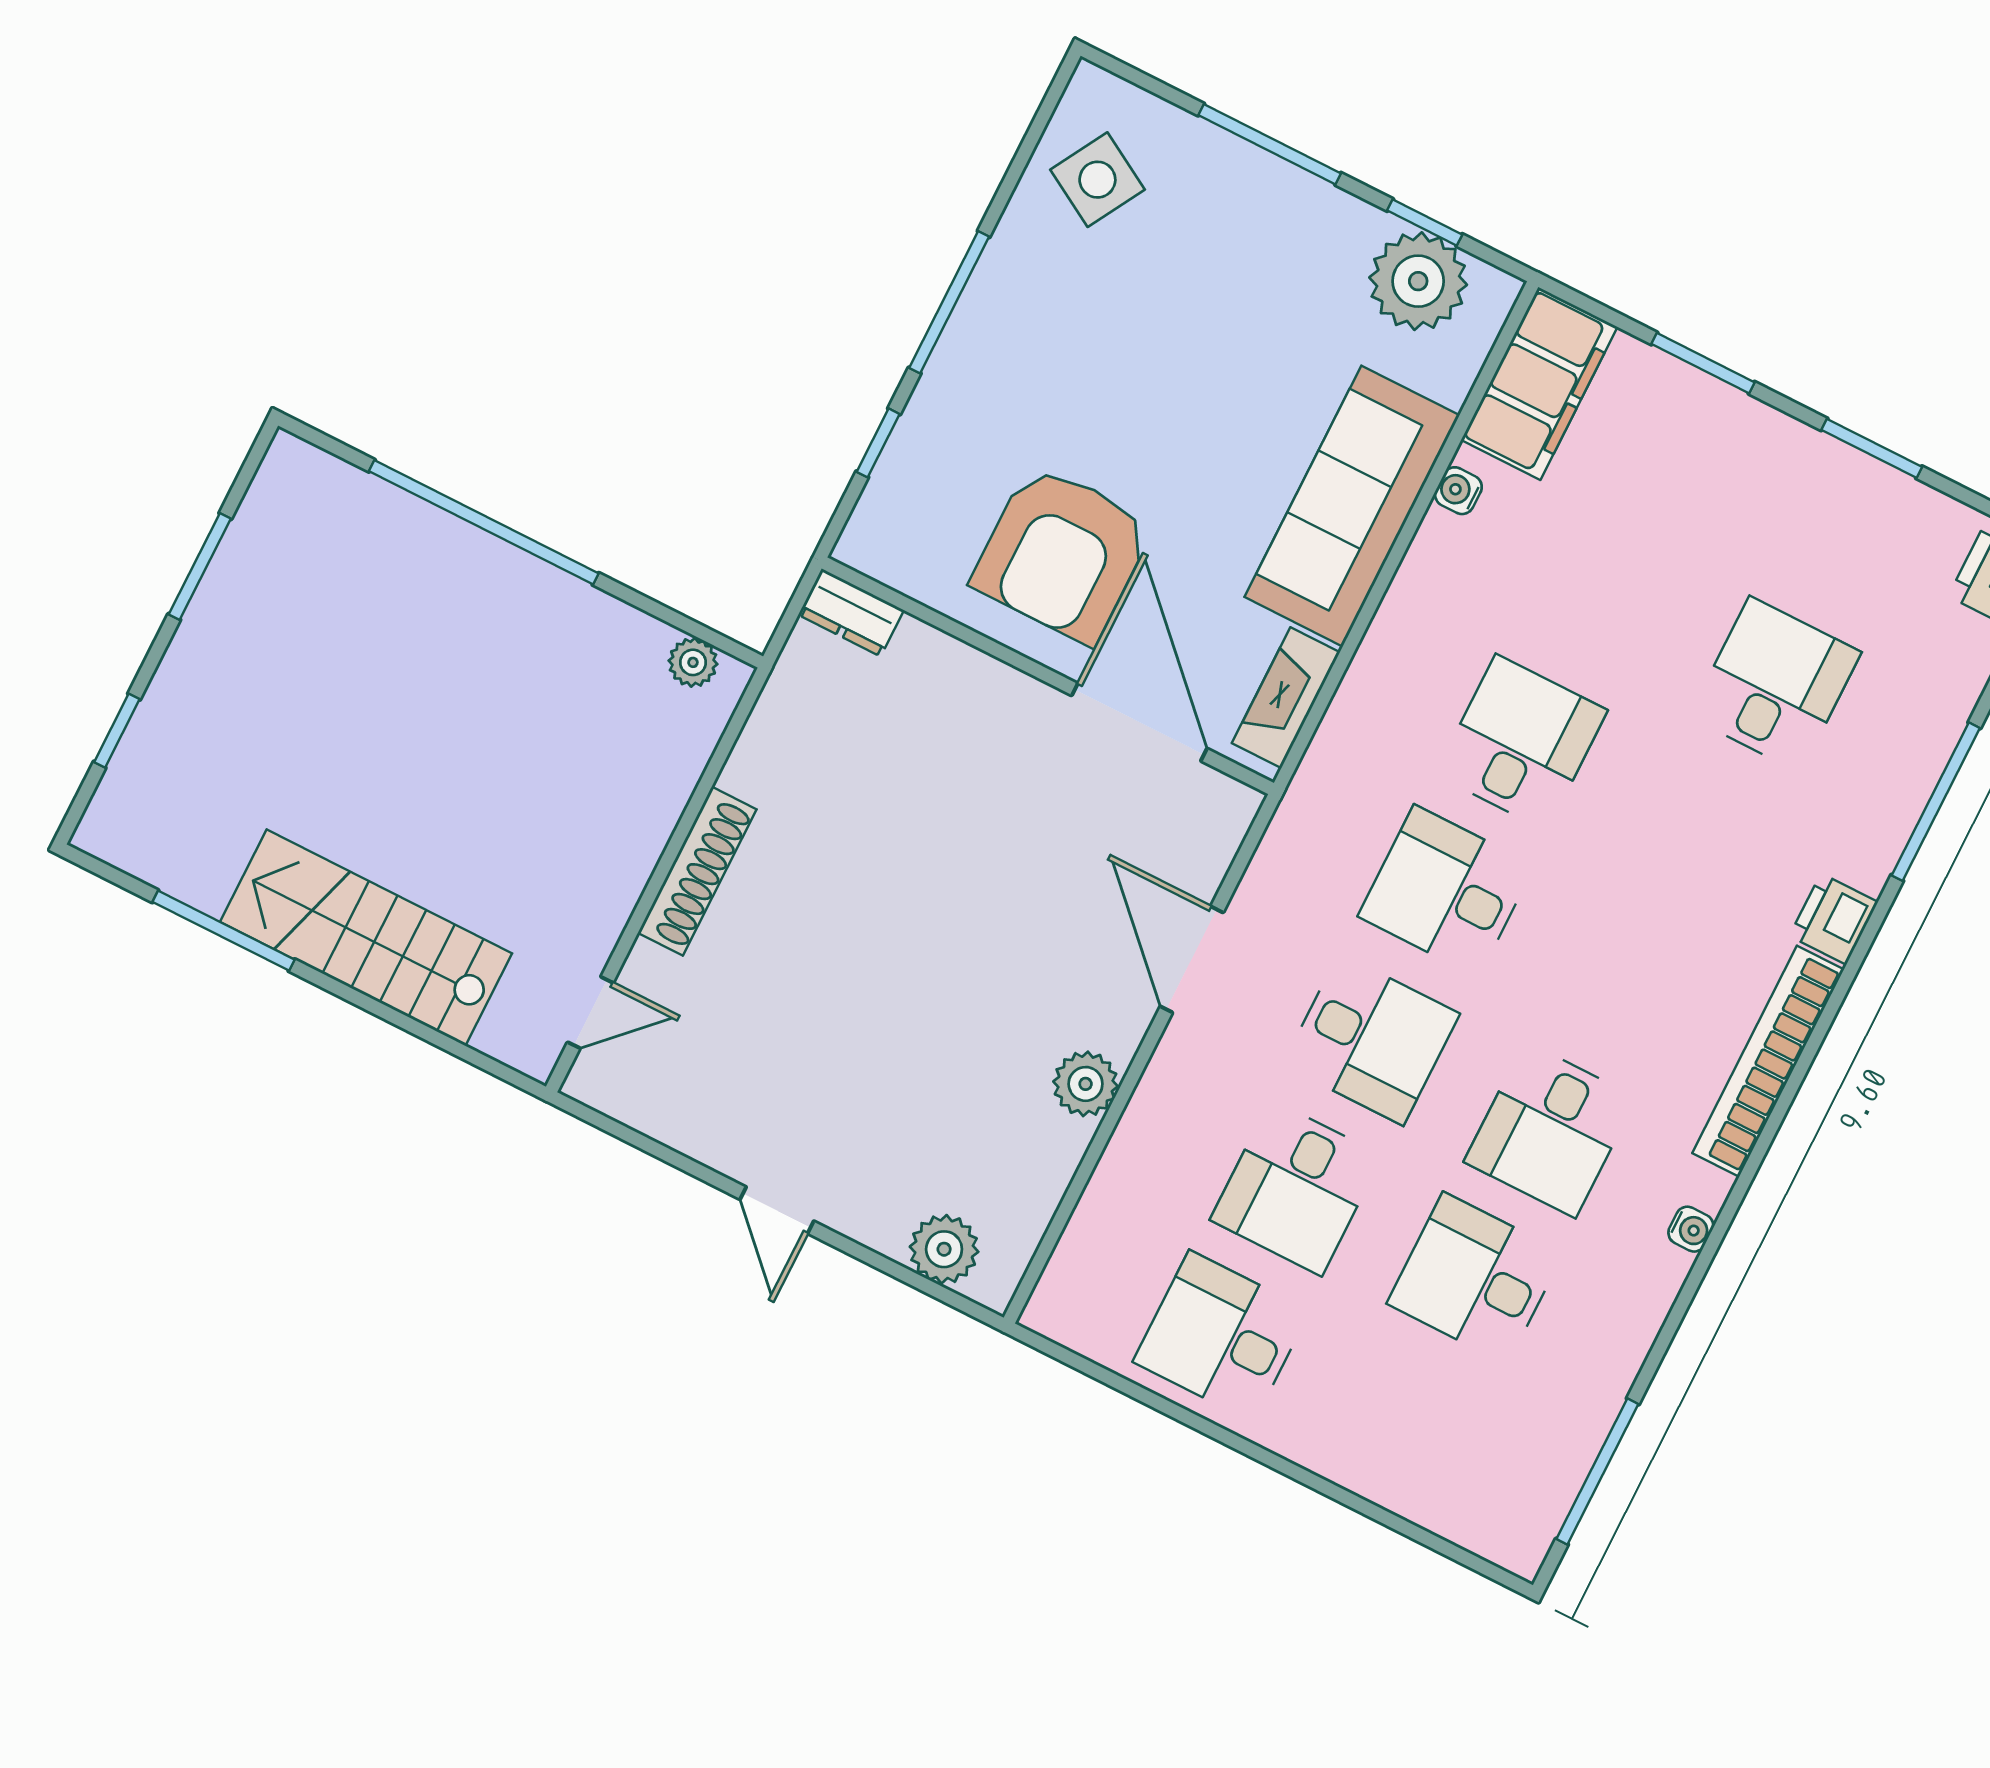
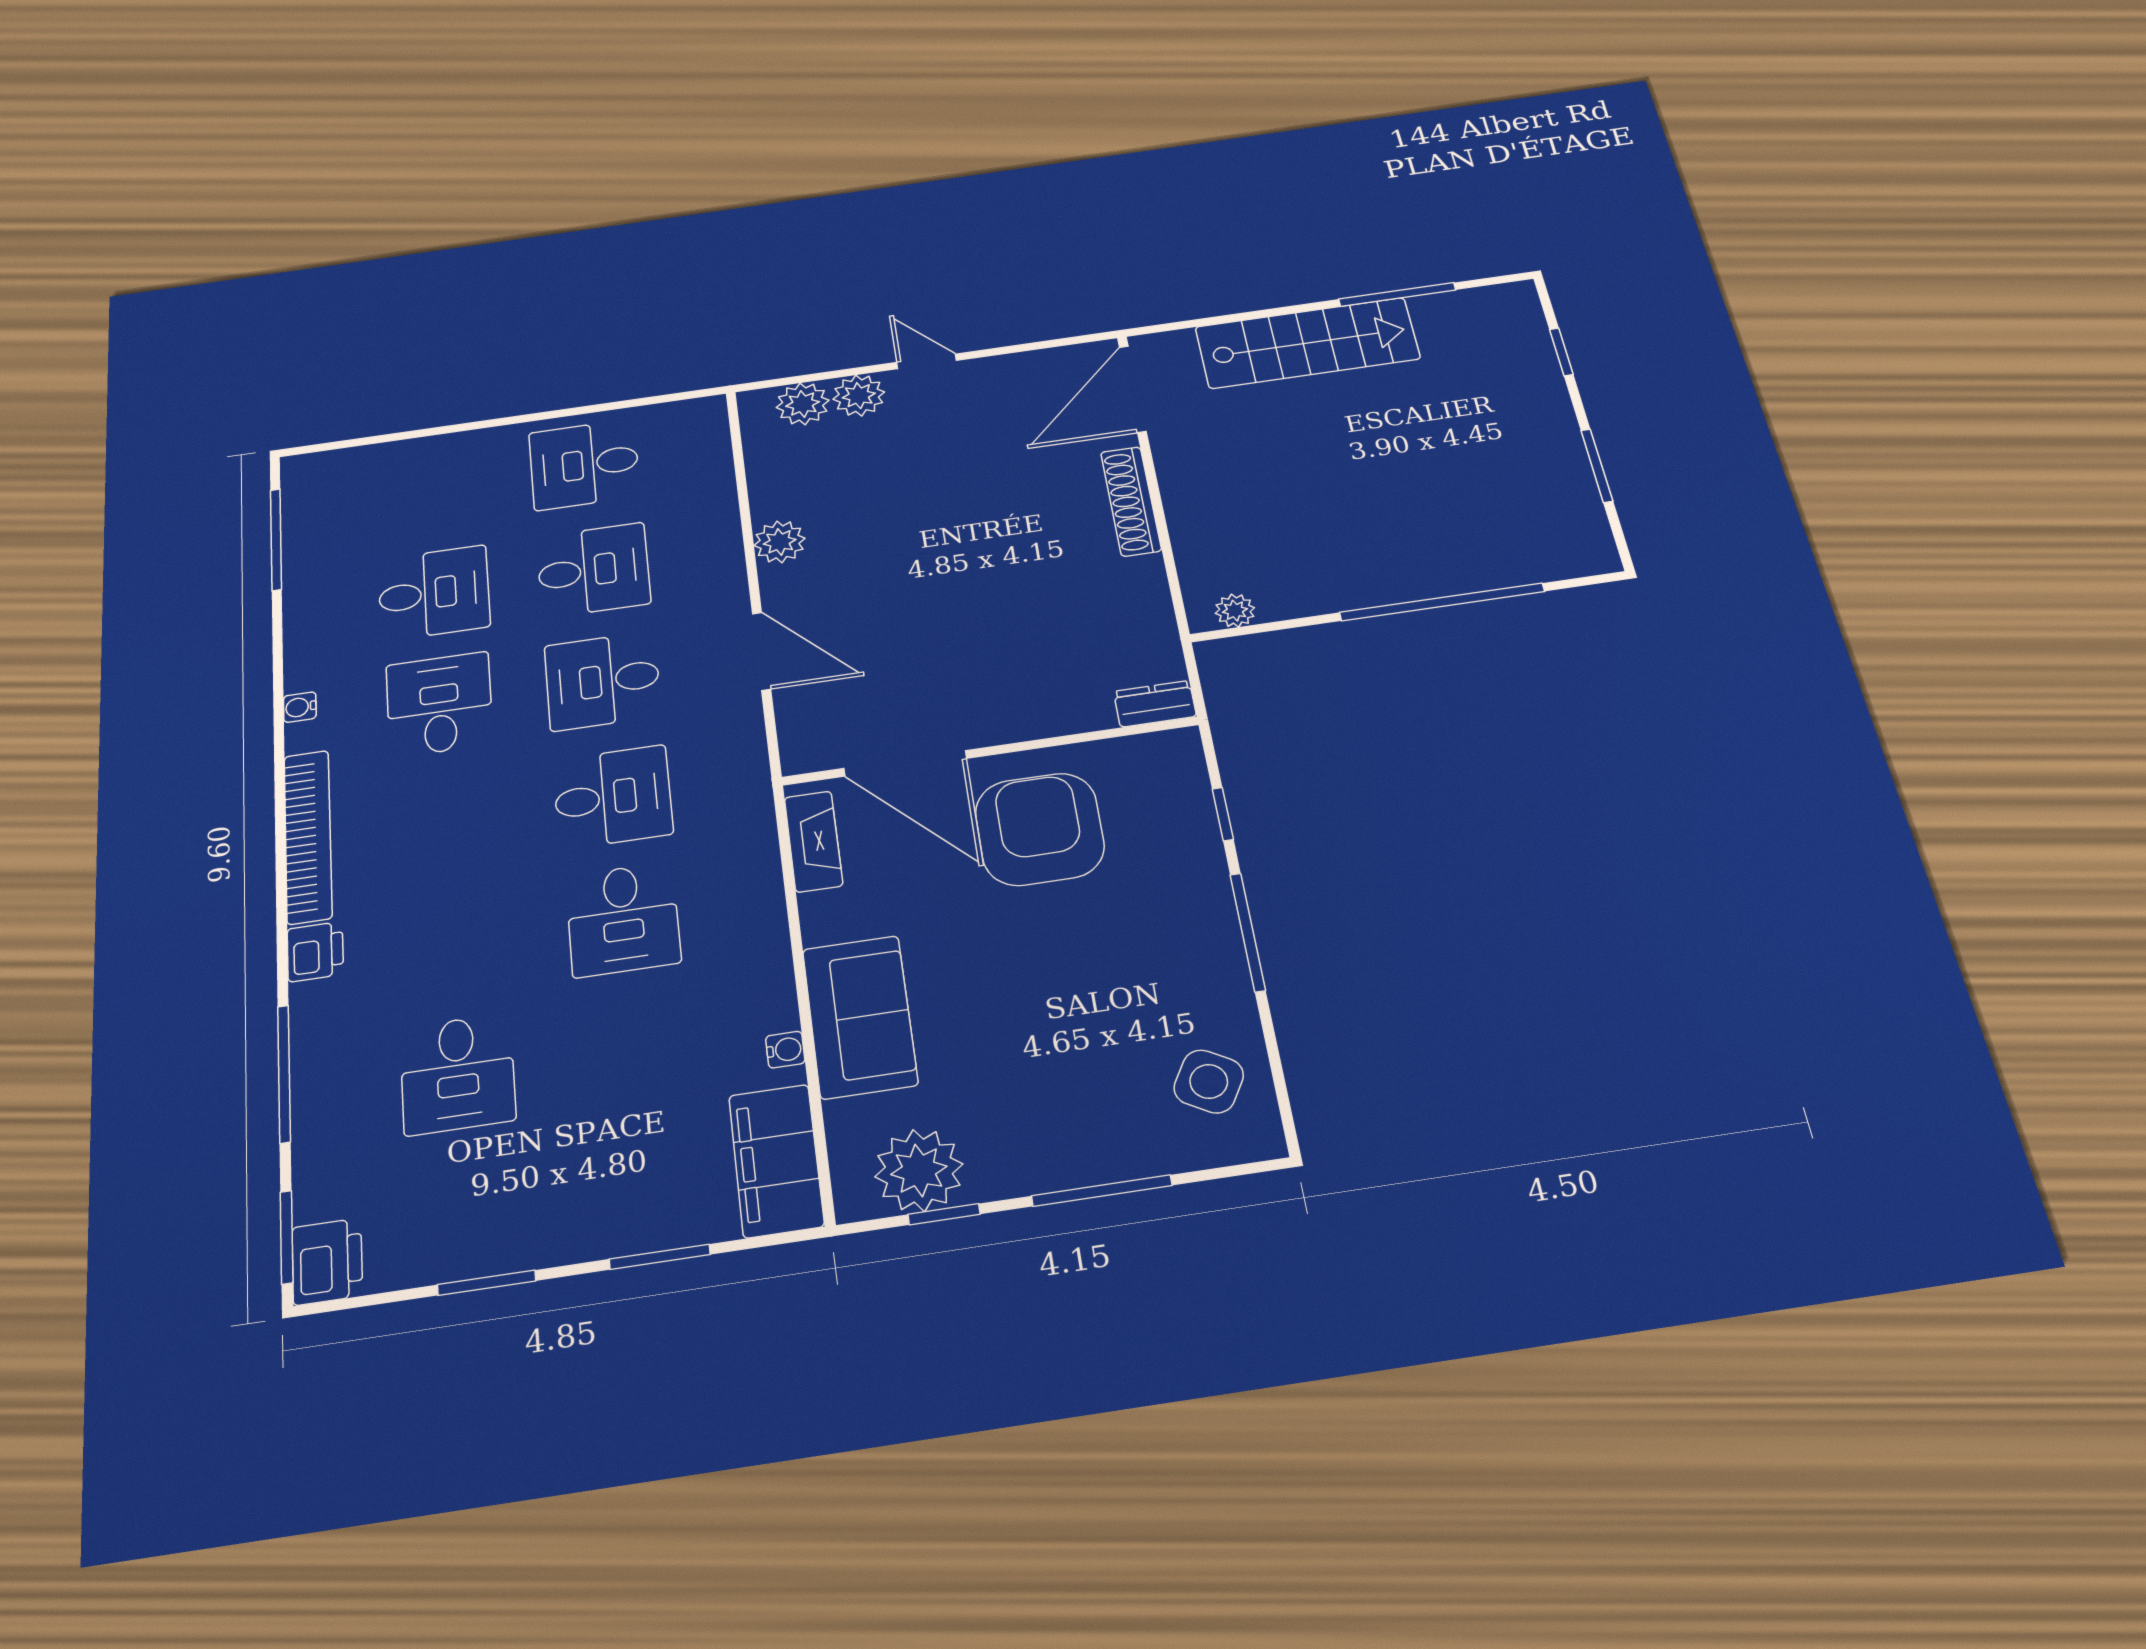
sofa: (1352, 506) -> (860, 1017), width x0.73
door: (590, 1013) -> (1133, 389), width x1.88
desk: (1296, 1188) -> (593, 570), turned 90
plant: (878, 1217) -> (859, 396), added
desk: (1221, 1336) -> (584, 465), turned 180

